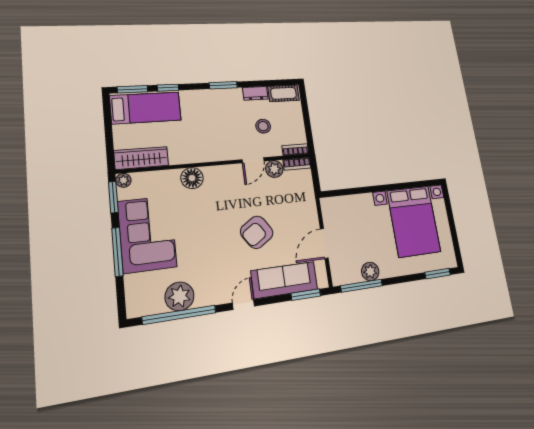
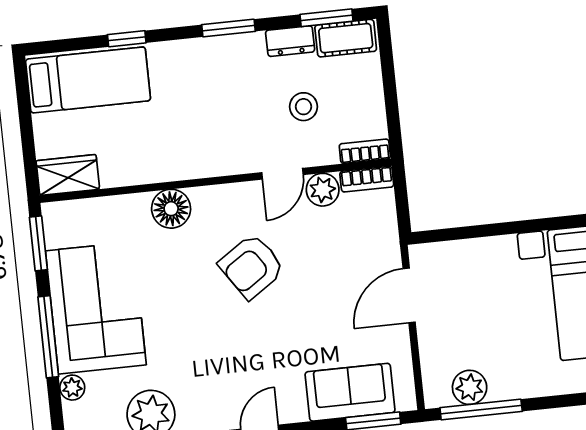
window: (133, 89) -> (326, 18), moved
wardrobe: (141, 158) -> (68, 175), width x0.67
plant: (123, 180) -> (72, 388), moved
armchair: (257, 232) -> (252, 266), moved
door: (324, 243) -> (409, 295), moved
plant: (370, 271) -> (470, 387), moved
sofa: (284, 280) -> (350, 392), width x0.73

